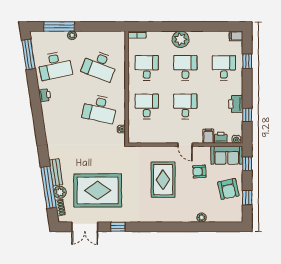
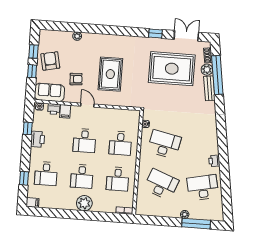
window: (28, 54) -> (227, 200), removed
window: (247, 164) -> (32, 71), moved

